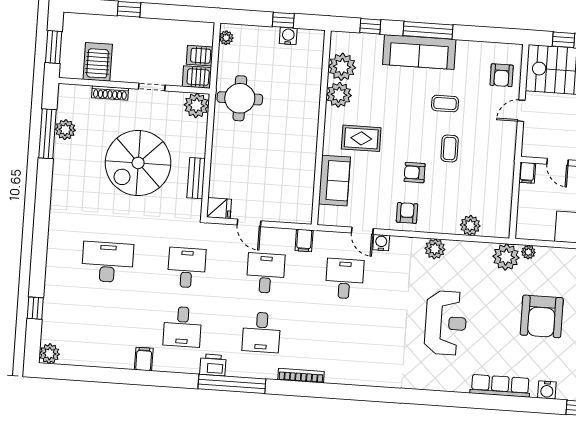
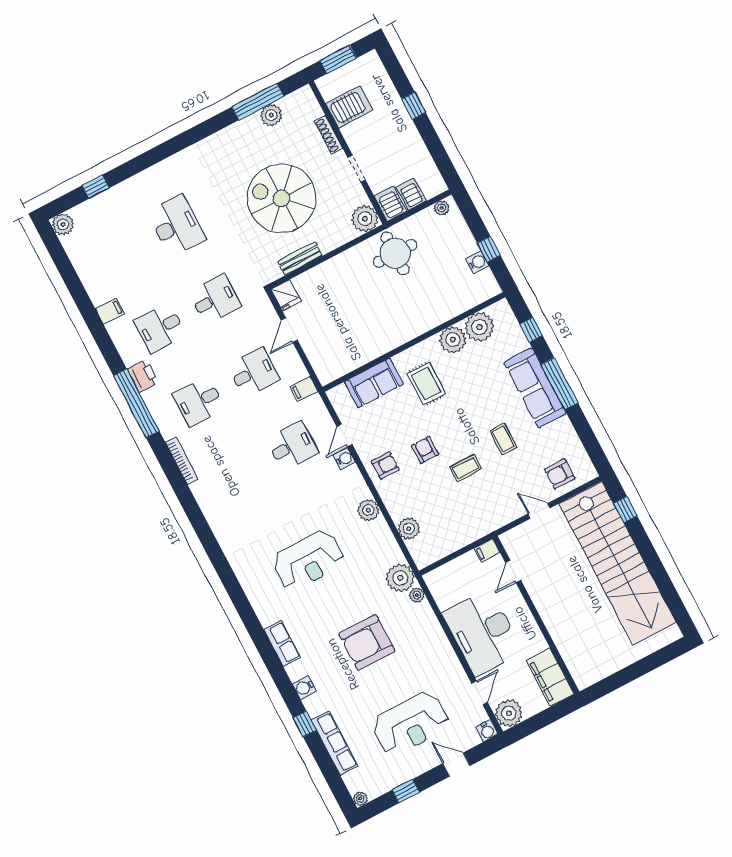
row of seats: (500, 386) -> (282, 644), width x0.68

